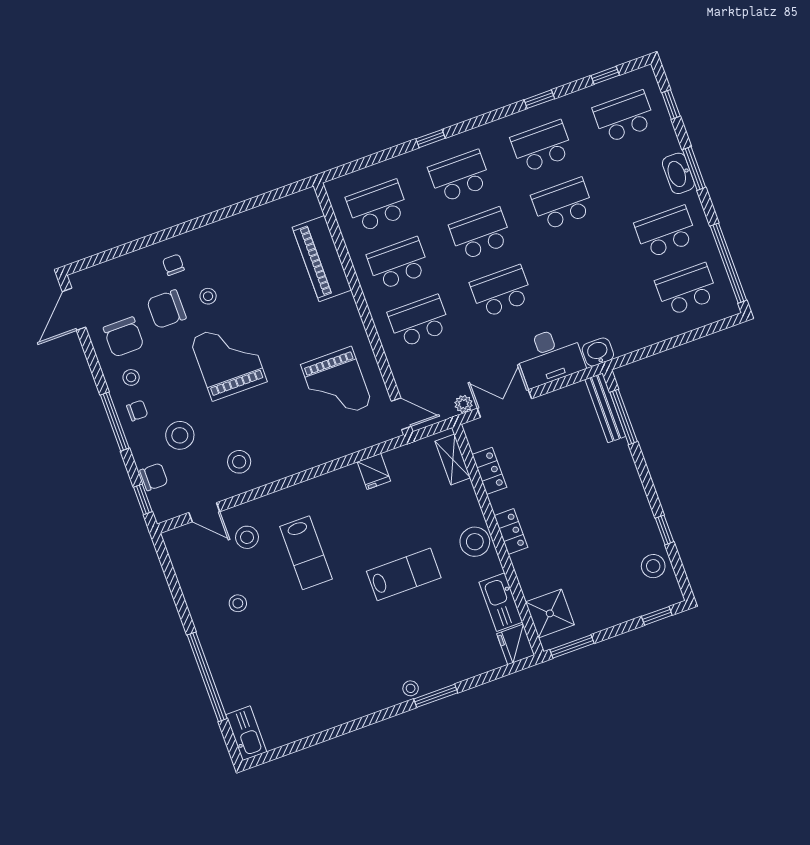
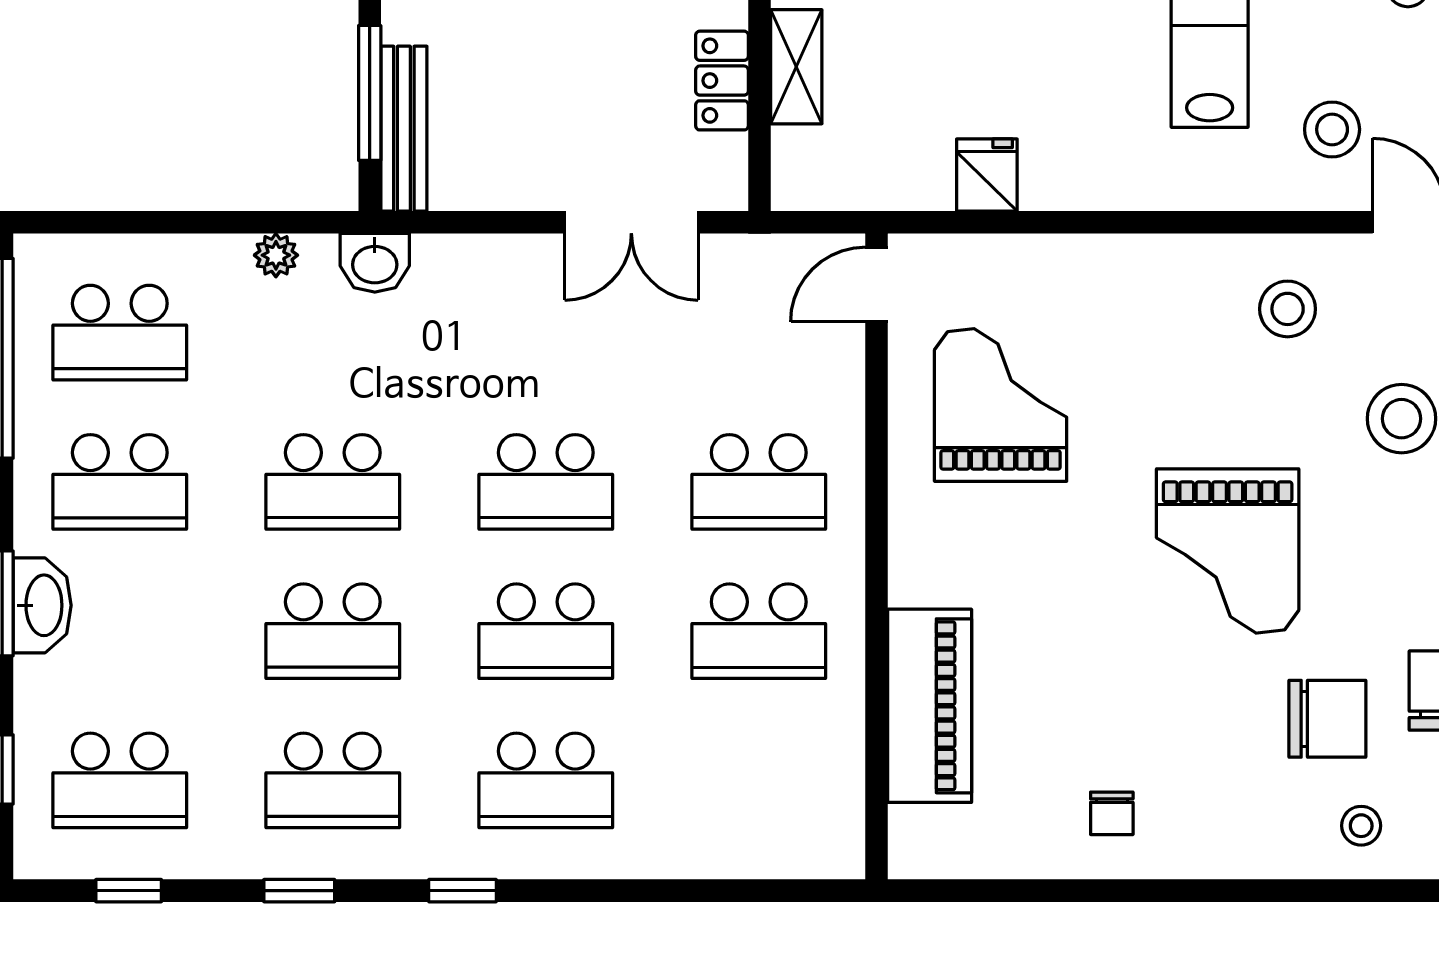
window: (431, 139) -> (462, 891), moved
school desk: (377, 206) -> (333, 482), moved
chair: (173, 265) -> (1112, 813), moved
stool: (208, 296) -> (1361, 826), moved
desk: (550, 357) -> (489, 293), removed
plant: (464, 404) -> (276, 255), moved
door: (401, 414) -> (876, 284), hinge flipped
shelving: (453, 459) -> (796, 67), moved

